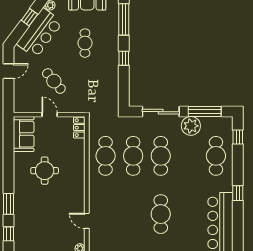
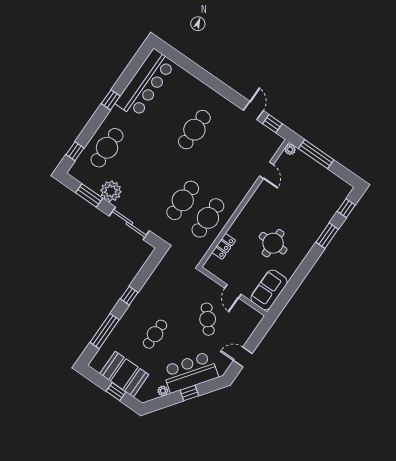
window: (205, 112) -> (89, 195), width x0.69
locker: (79, 128) -> (224, 246), moved
cafe table: (161, 156) -> (157, 183), removed

